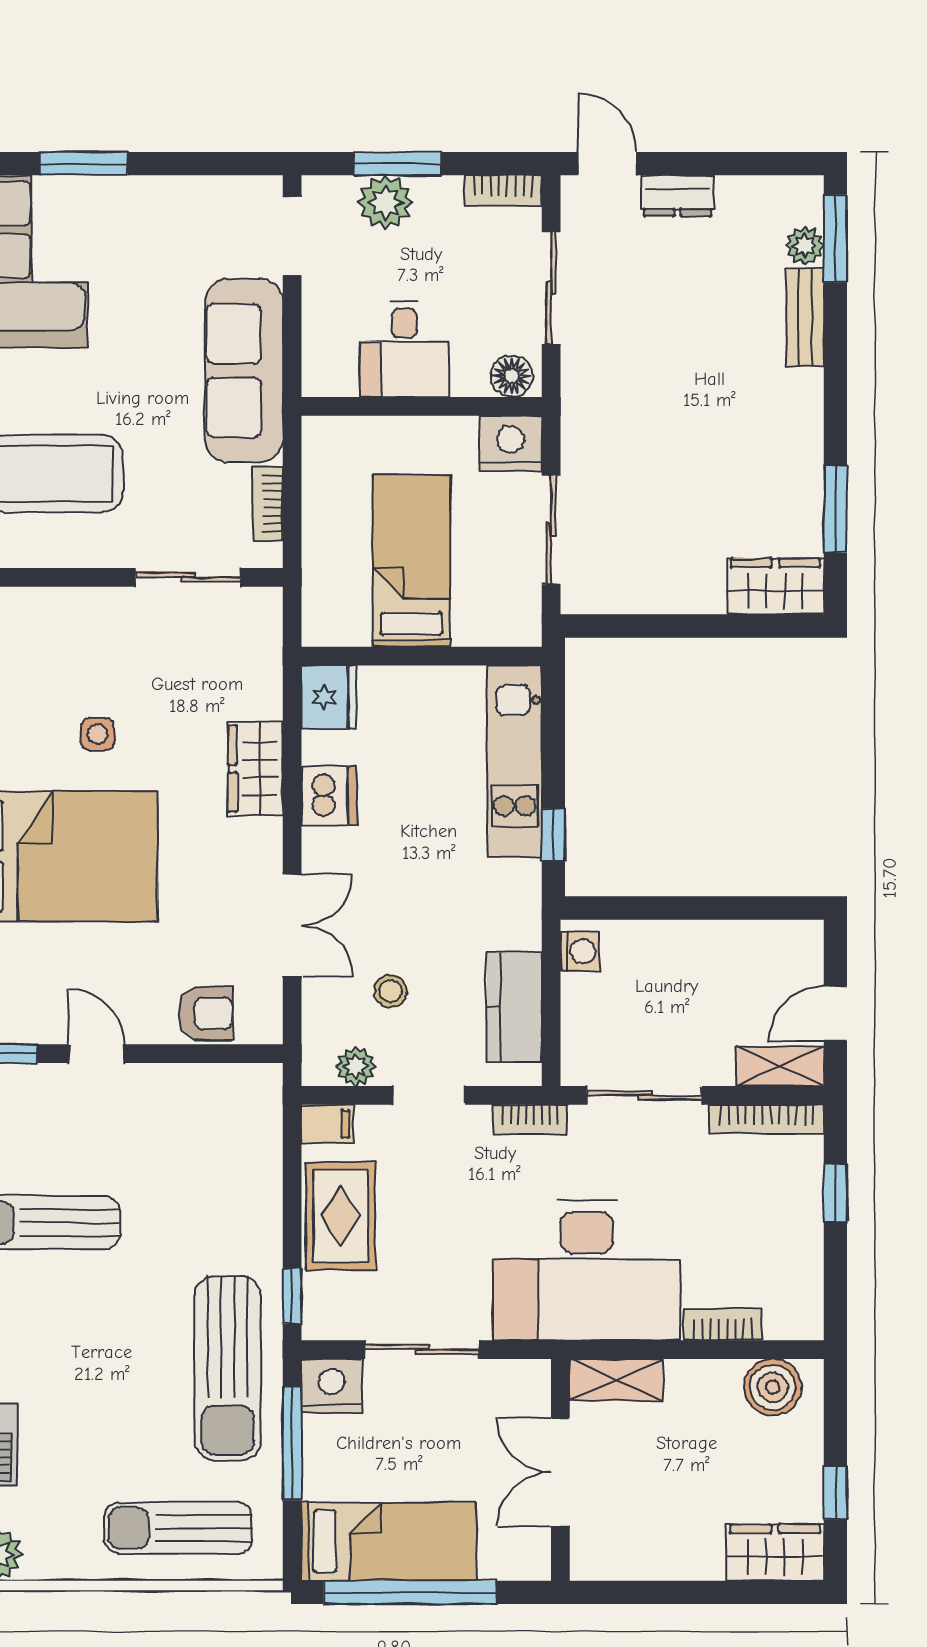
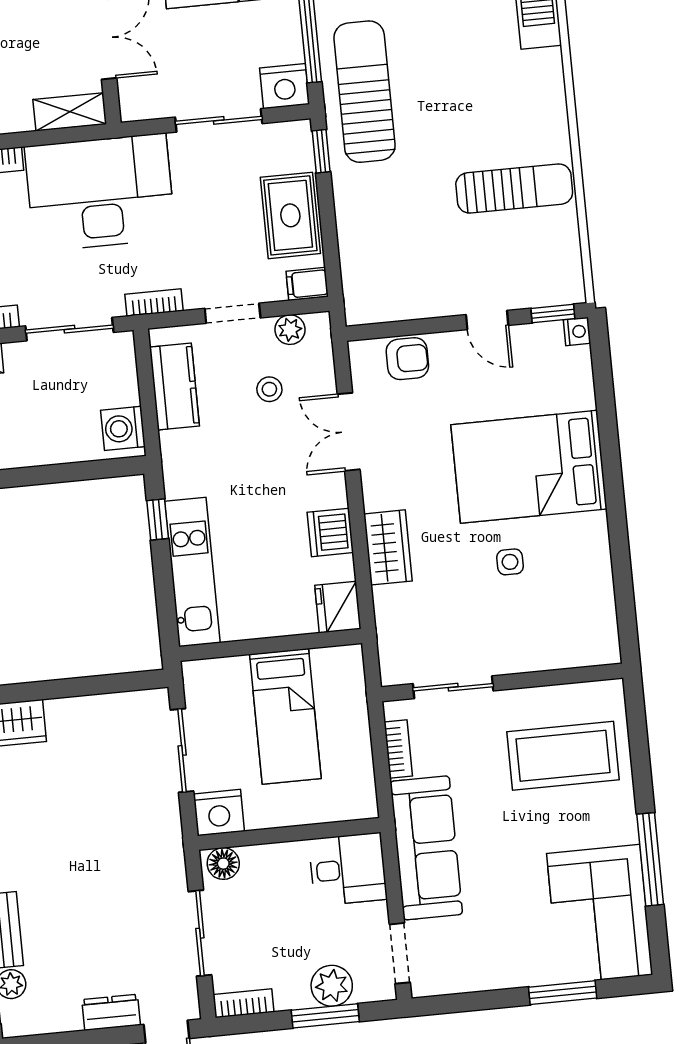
desk: (405, 349) -> (348, 869), moved, turned 90
washing machine: (580, 951) -> (123, 428), width x1.38, depth x1.38
armchair: (206, 1013) -> (407, 359), turned 180

